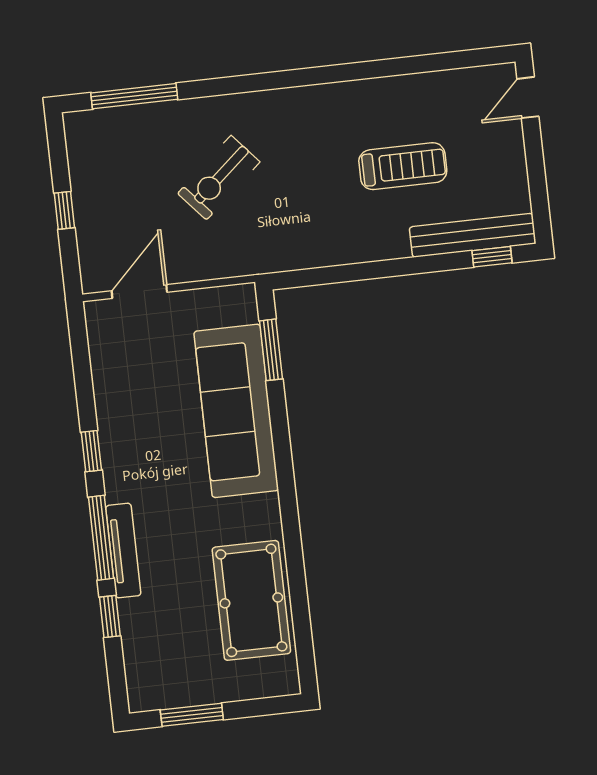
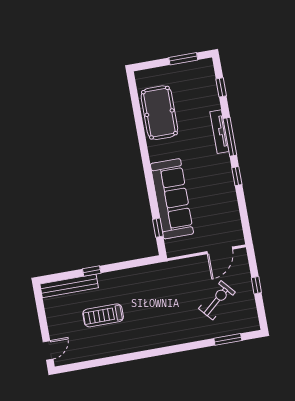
window: (134, 96) -> (228, 339), width x0.69
exercise bike: (219, 178) -> (217, 300), moved
window: (492, 257) -> (92, 271), moved
window: (271, 350) -> (158, 228), width x0.67
window: (110, 616) -> (221, 87), moved

